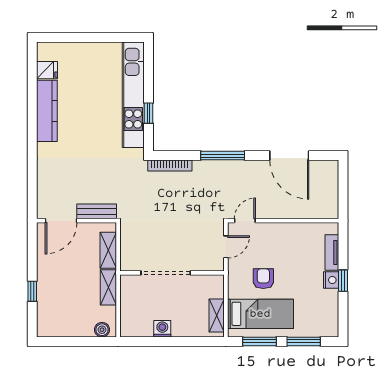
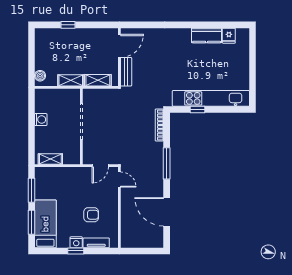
kitchen counter: (47, 111) -> (207, 36), width x0.67
door: (289, 156) -> (167, 212), hinge flipped
door: (61, 221) -> (119, 46), swing flipped
door: (226, 247) -> (100, 166), hinge flipped
armchair: (263, 279) -> (91, 215), moved
bed: (260, 314) -> (45, 224), moved, turned 180

